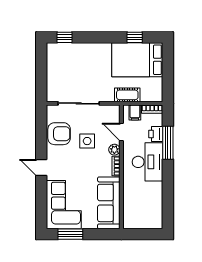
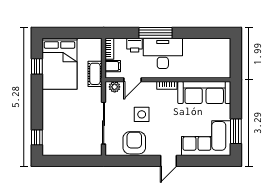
window: (168, 143) -> (155, 33), moved
plant: (114, 150) -> (115, 87), moved

